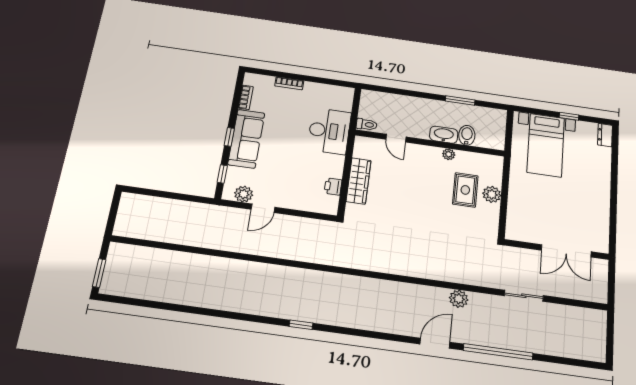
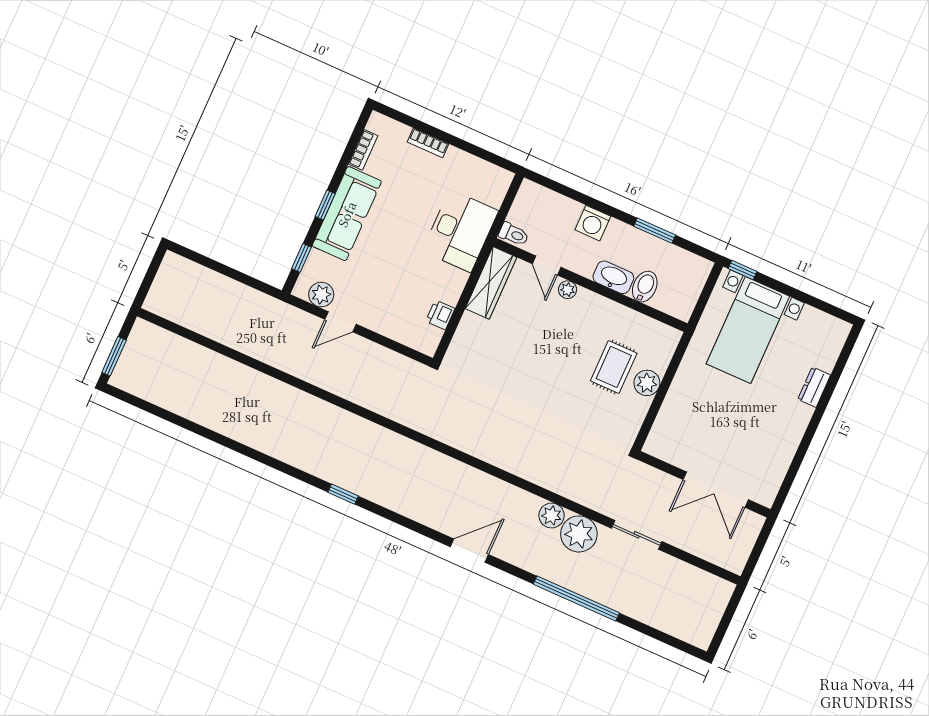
washing machine: (418, 105) -> (593, 223), added
window: (569, 116) -> (742, 270), moved
dresser: (605, 135) -> (814, 387), moved
plant: (449, 154) -> (568, 290), moved
wardrobe: (359, 181) -> (491, 283), moved
plant: (483, 306) -> (579, 534), added
door: (435, 343) -> (469, 551), moved

